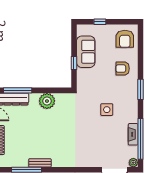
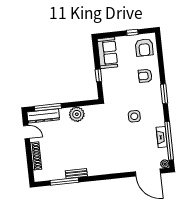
window: (100, 22) -> (132, 32), moved
sofa: (86, 52) -> (107, 53), moved

